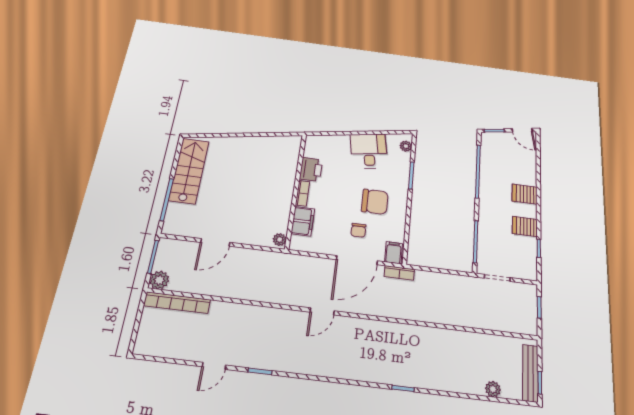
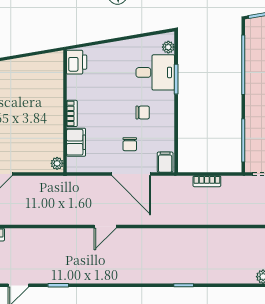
desk: (369, 151) -> (155, 72), moved, turned 100
printer: (311, 169) -> (77, 62), moved
chair: (375, 202) -> (143, 112), width x0.54, depth x0.54
door: (357, 260) -> (131, 174), hinge flipped
bookcase: (399, 273) -> (207, 181), moved

